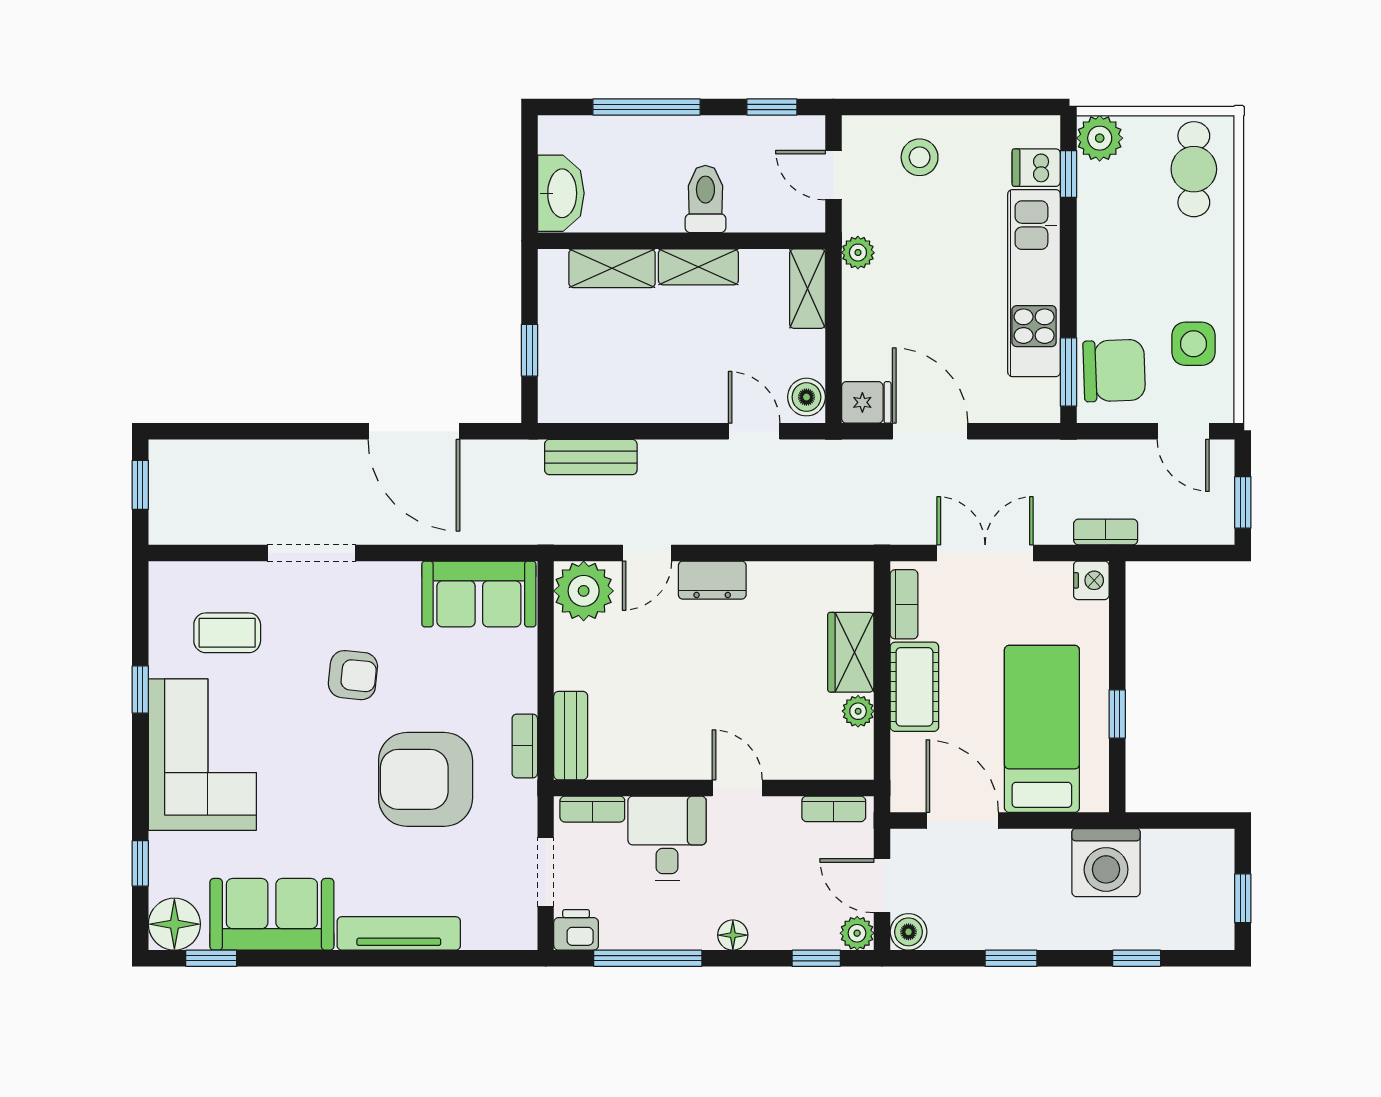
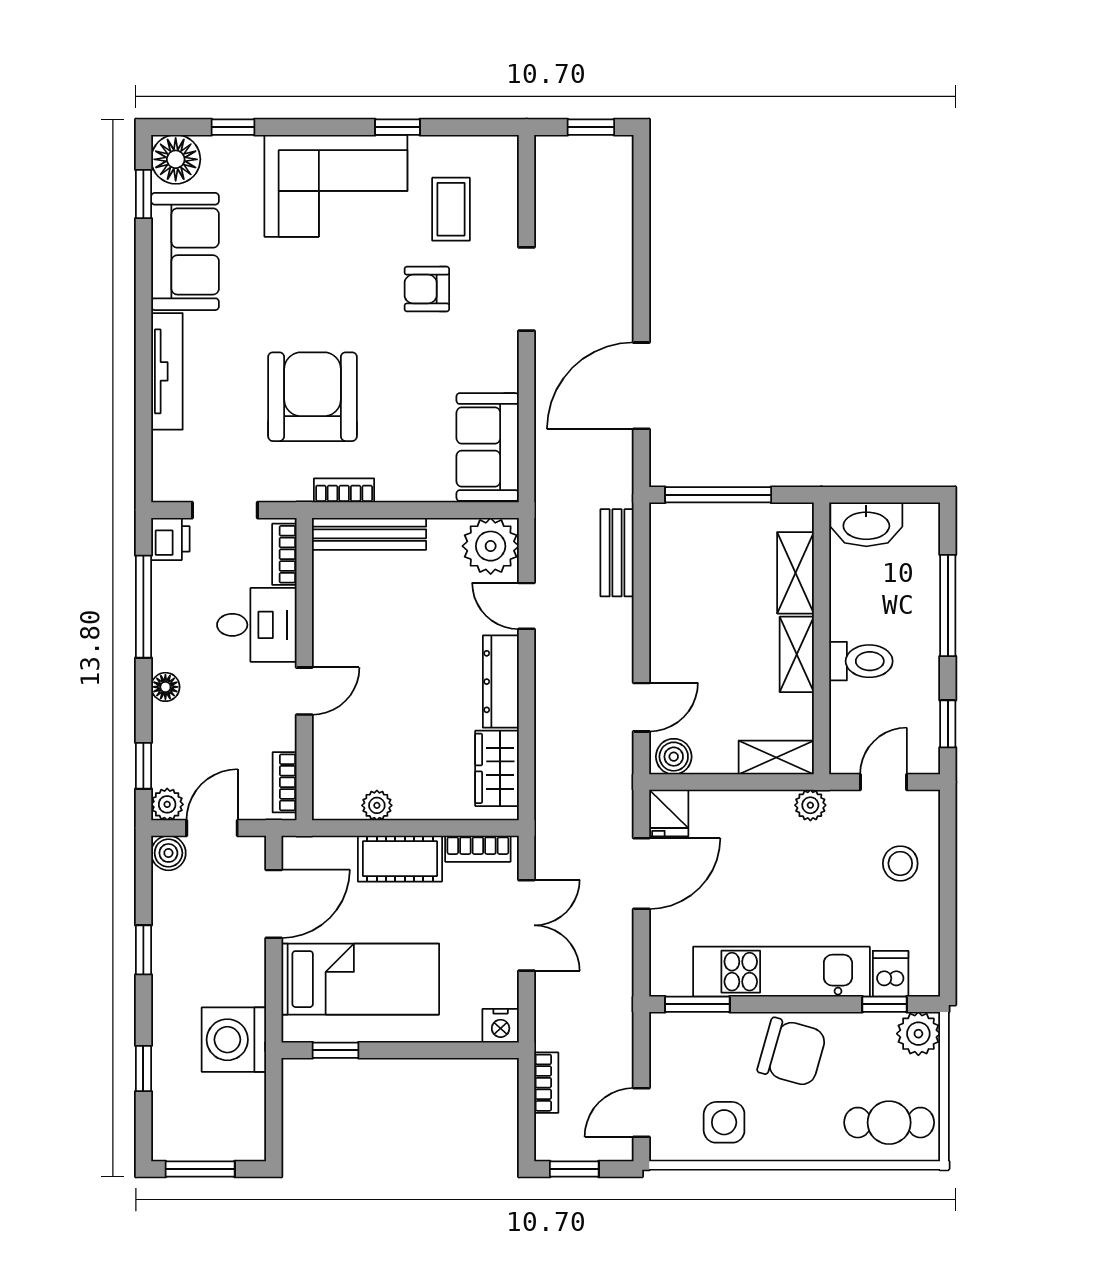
window: (529, 350) -> (718, 495), width x2.17
chair: (1114, 371) -> (792, 1052), moved, turned -72
bookcase: (1106, 532) -> (546, 1083), moved
dresser: (712, 580) -> (501, 682), width x1.44
wardrobe: (851, 652) -> (497, 768), moved, turned -90
armchair: (353, 675) -> (427, 289), moved, turned 84
window: (1117, 714) -> (335, 1050), moved
bench: (571, 736) -> (369, 534), width x1.36
window: (1243, 898) -> (200, 1169), width x1.50

